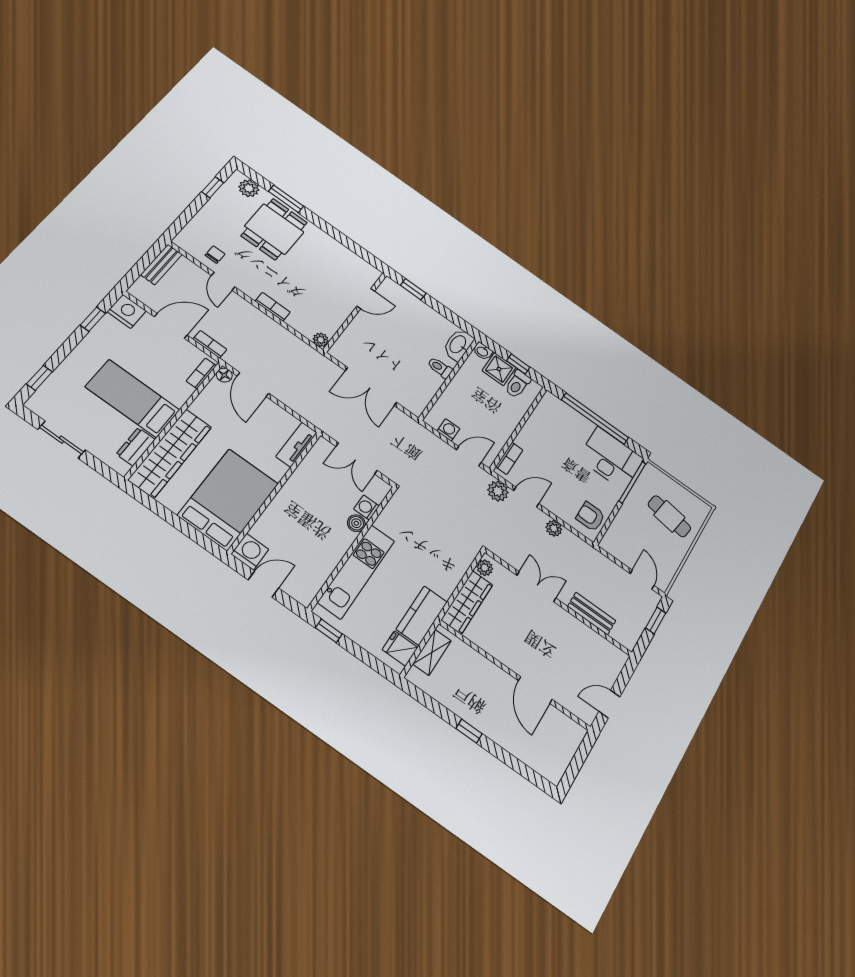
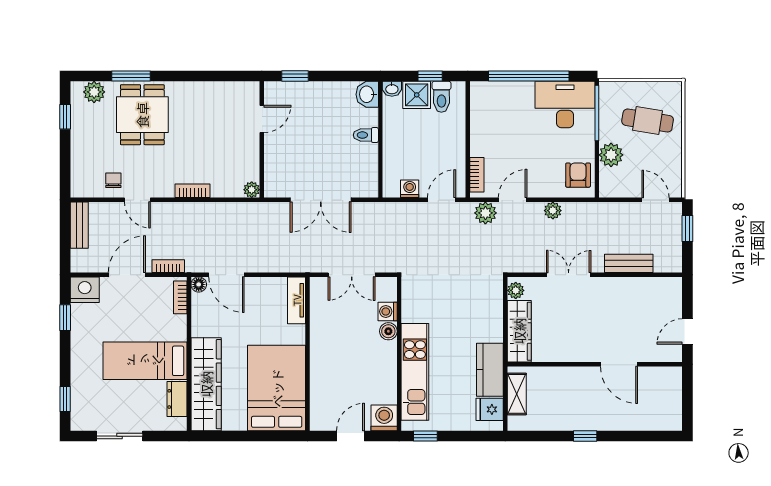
washbasin: (458, 345) -> (367, 94), width x0.72
armchair: (590, 517) -> (578, 175), turned 90
plant: (626, 521) -> (611, 155), added
washing machine: (250, 552) -> (384, 418), moved

